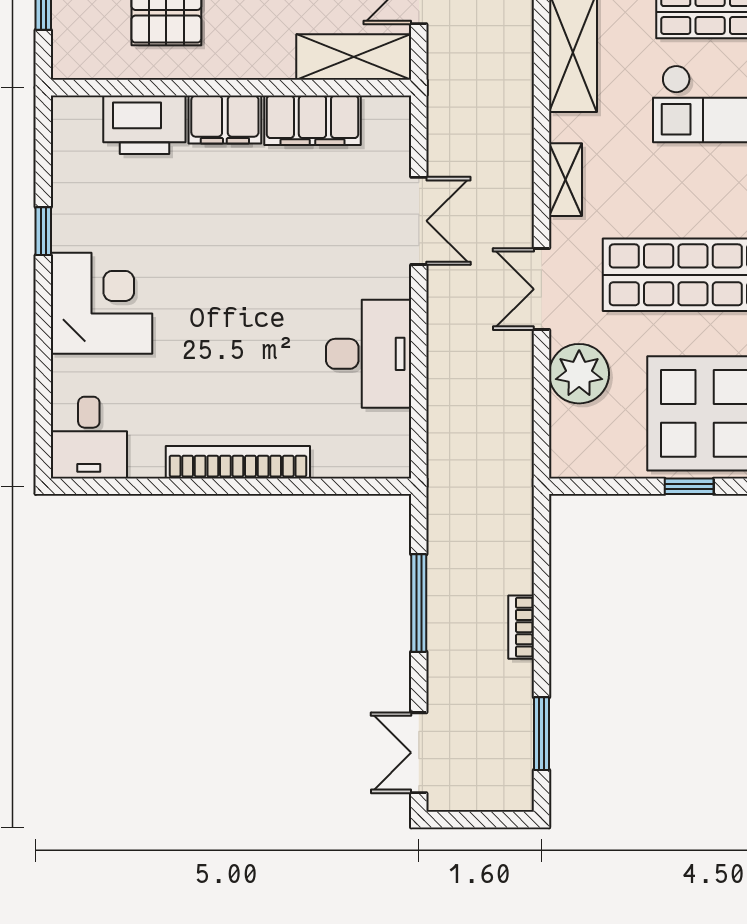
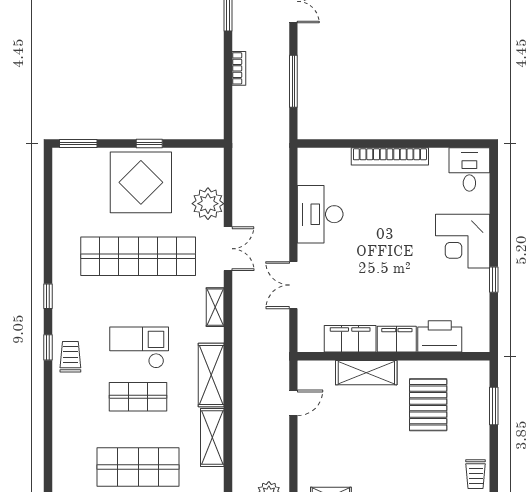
shelving: (354, 57) -> (366, 373), moved

